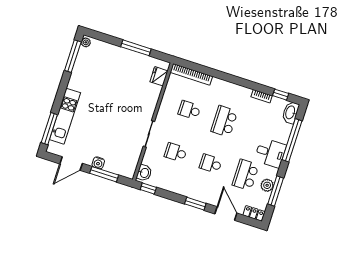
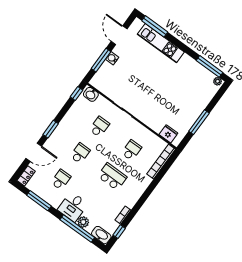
school desk: (246, 175) -> (61, 180), width x0.54
plant: (267, 185) -> (83, 222), moved

